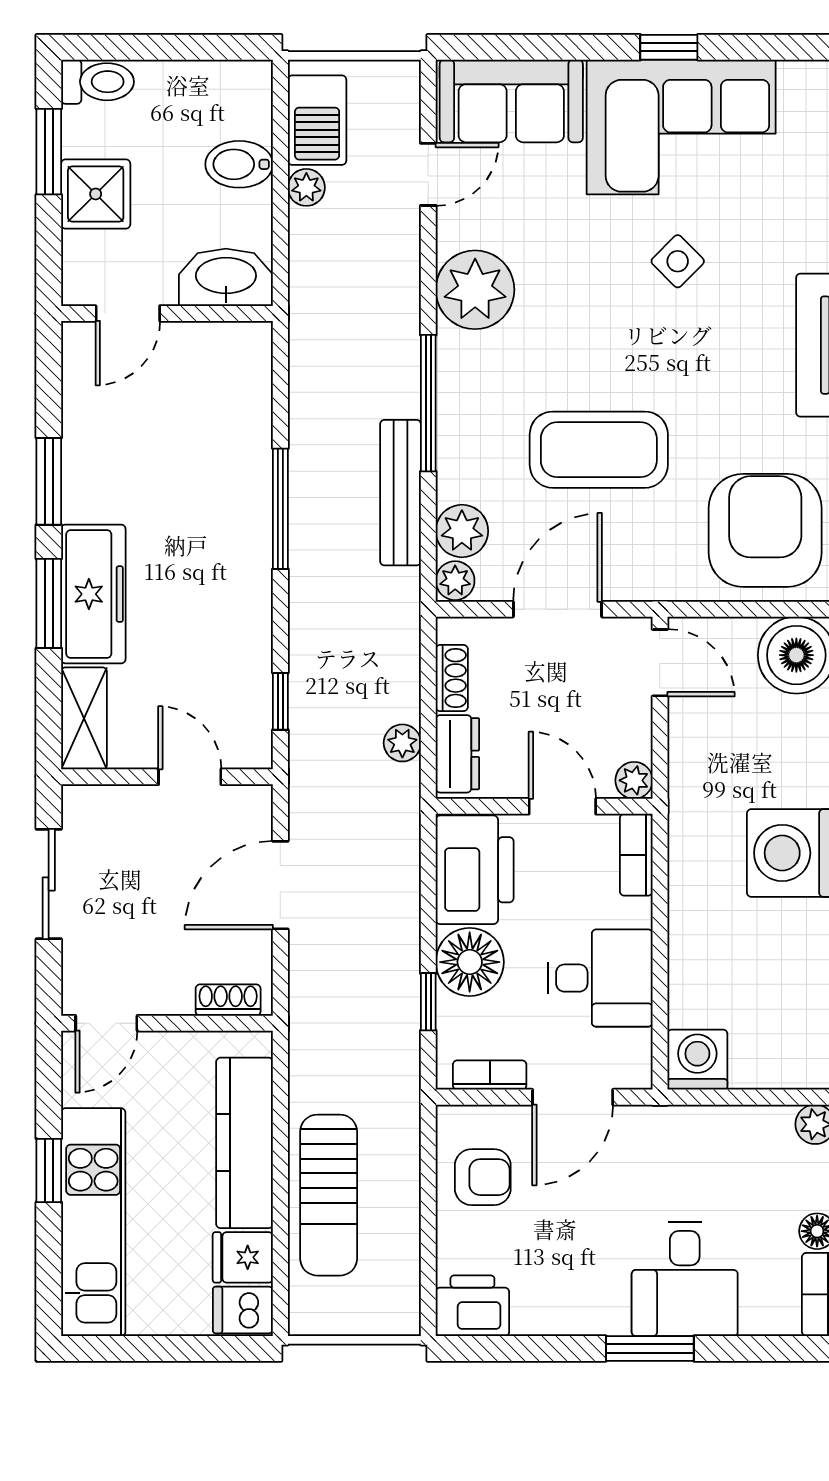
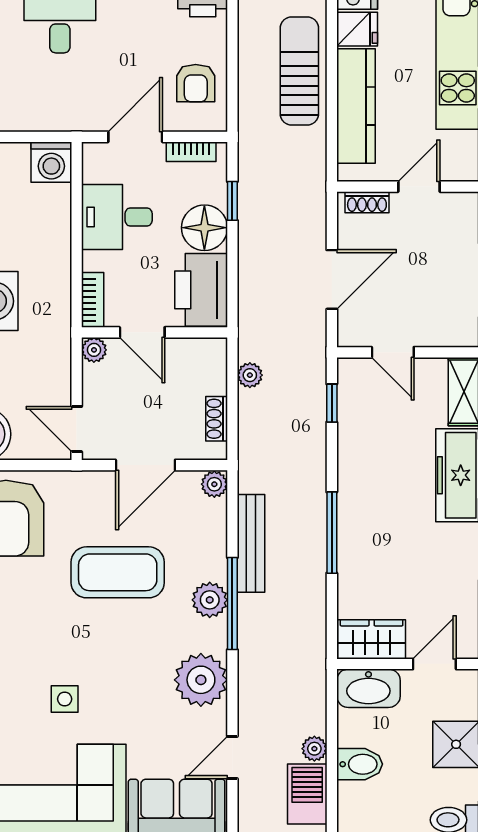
side table: (678, 261) -> (65, 699), turned 45
wardrobe: (221, 350) -> (372, 639), added
plant: (462, 531) -> (210, 600), moved
dresser: (457, 754) -> (213, 368), removed
door: (106, 1023) -> (419, 187), moved
armchair: (483, 1177) -> (196, 83), turned -90

